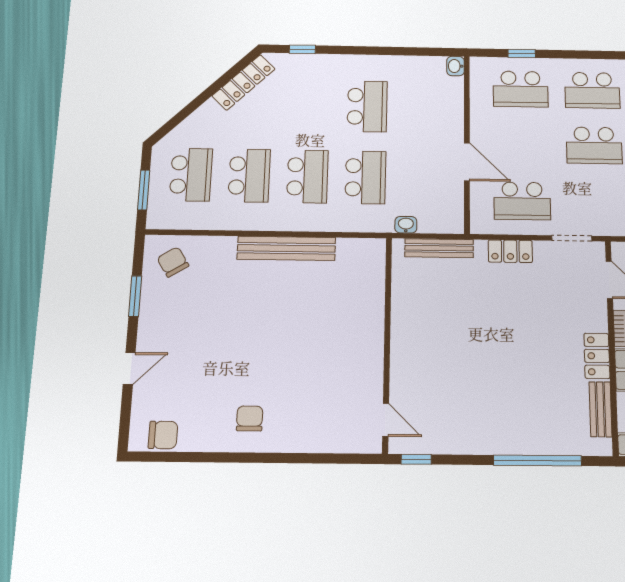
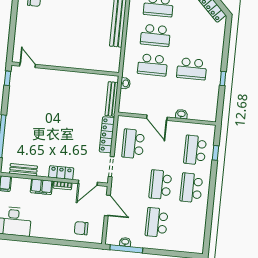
window: (302, 49) -> (223, 79), moved
washbasin: (455, 66) -> (181, 114), moved
door: (467, 162) -> (157, 118), hinge flipped
locker: (510, 251) -> (107, 135), width x1.53
locker: (597, 356) -> (61, 173), moved
door: (386, 420) -> (28, 65), swing flipped

